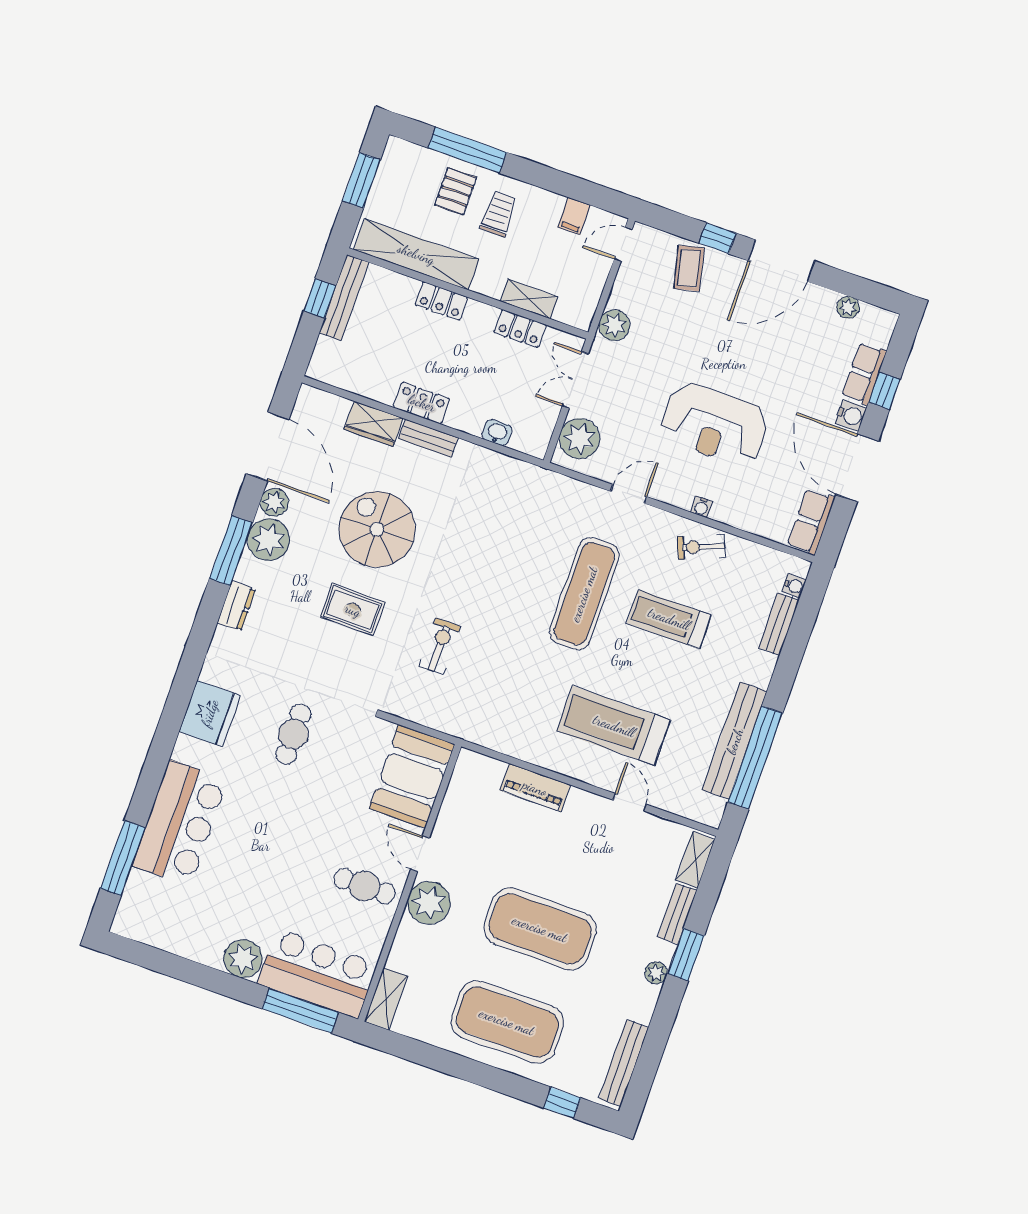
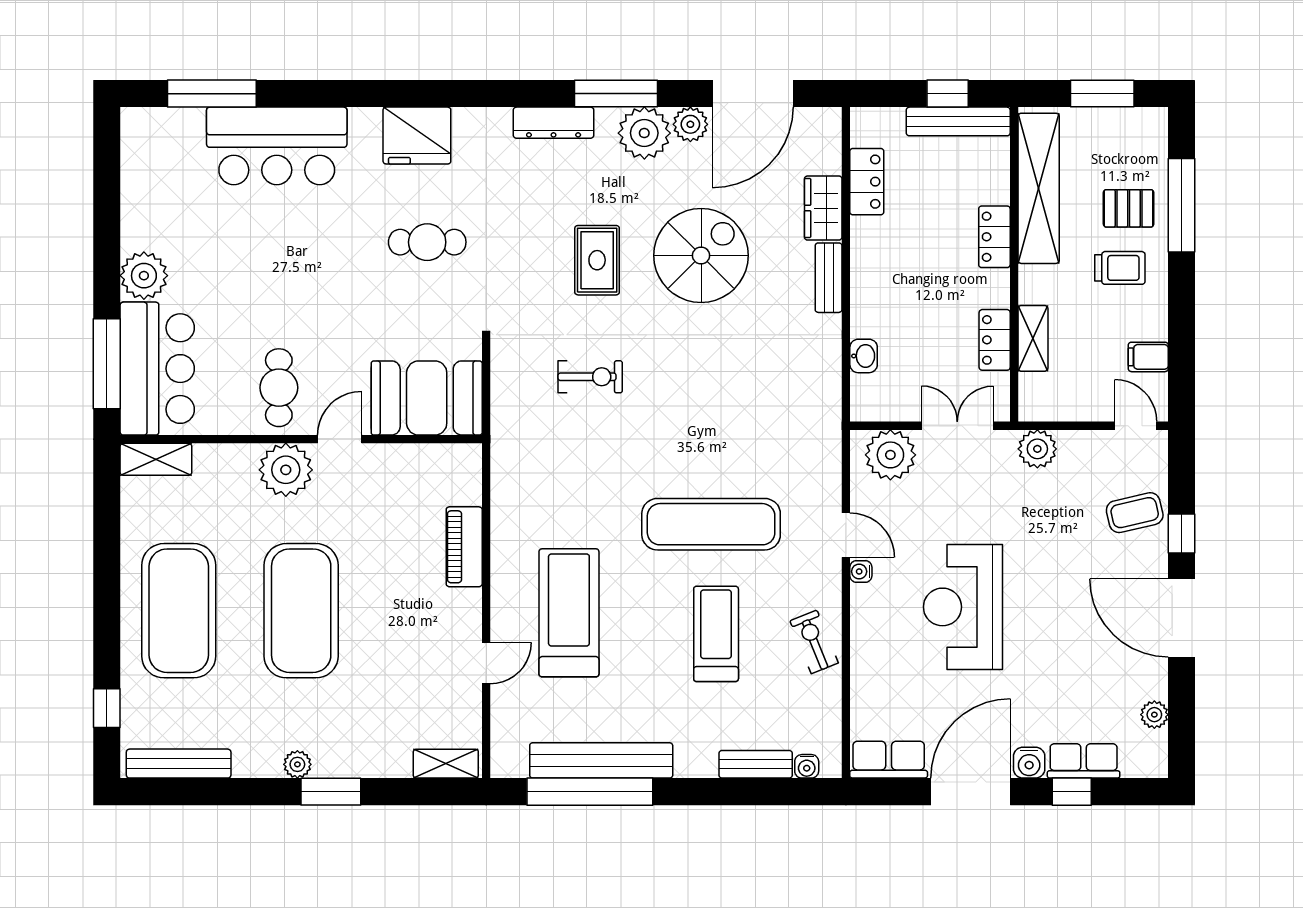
locker: (422, 403) -> (867, 182), moved
water cooler: (701, 507) -> (861, 571), moved
dresser: (236, 606) -> (554, 123), width x1.44
bench: (677, 914) -> (375, 765), removed

